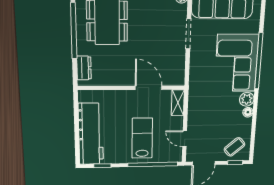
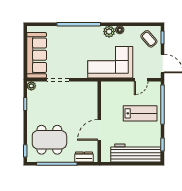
corner sofa: (236, 63) -> (110, 62), moved, turned 180
door: (149, 88) -> (99, 130), moved
shelving: (178, 103) -> (111, 86), removed
lab bench: (142, 138) -> (140, 113), turned 180

